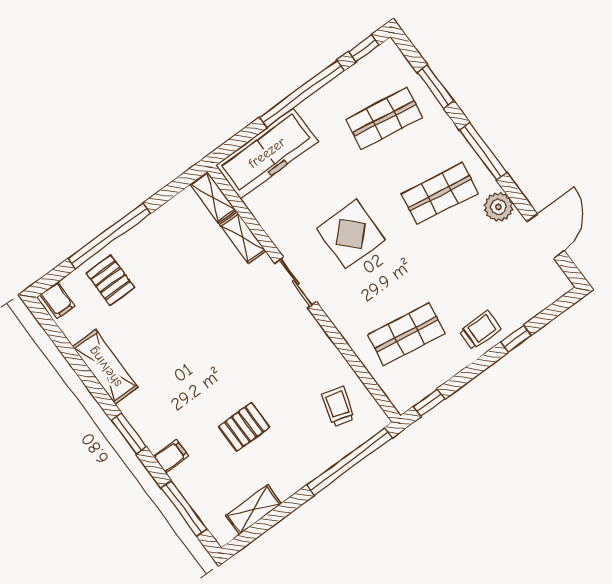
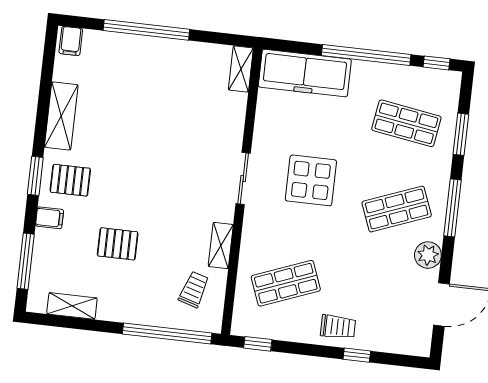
shop shelf: (440, 194) -> (397, 209), turned -30
shelving: (243, 238) -> (221, 245), moved
pallet: (110, 280) -> (70, 180), moved, turned 90
shop shelf: (407, 334) -> (286, 283), turned -30

